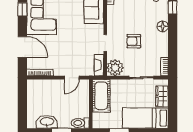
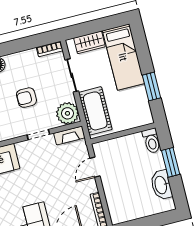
armchair: (134, 41) -> (26, 98), turned 90
door: (72, 78) -> (95, 167), swing flipped
cot: (101, 96) -> (95, 111), moved, turned 90

